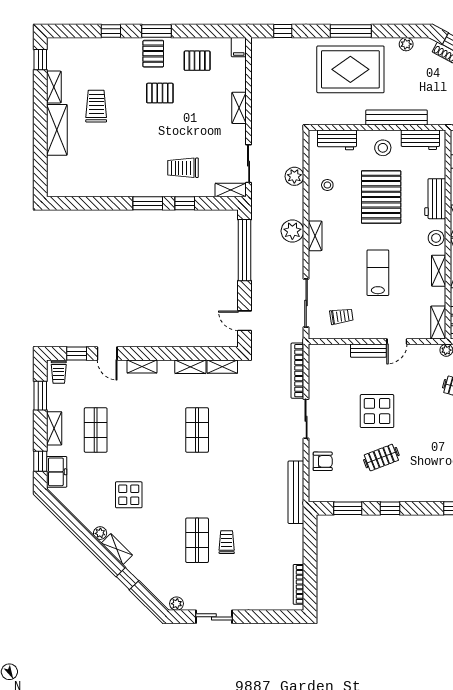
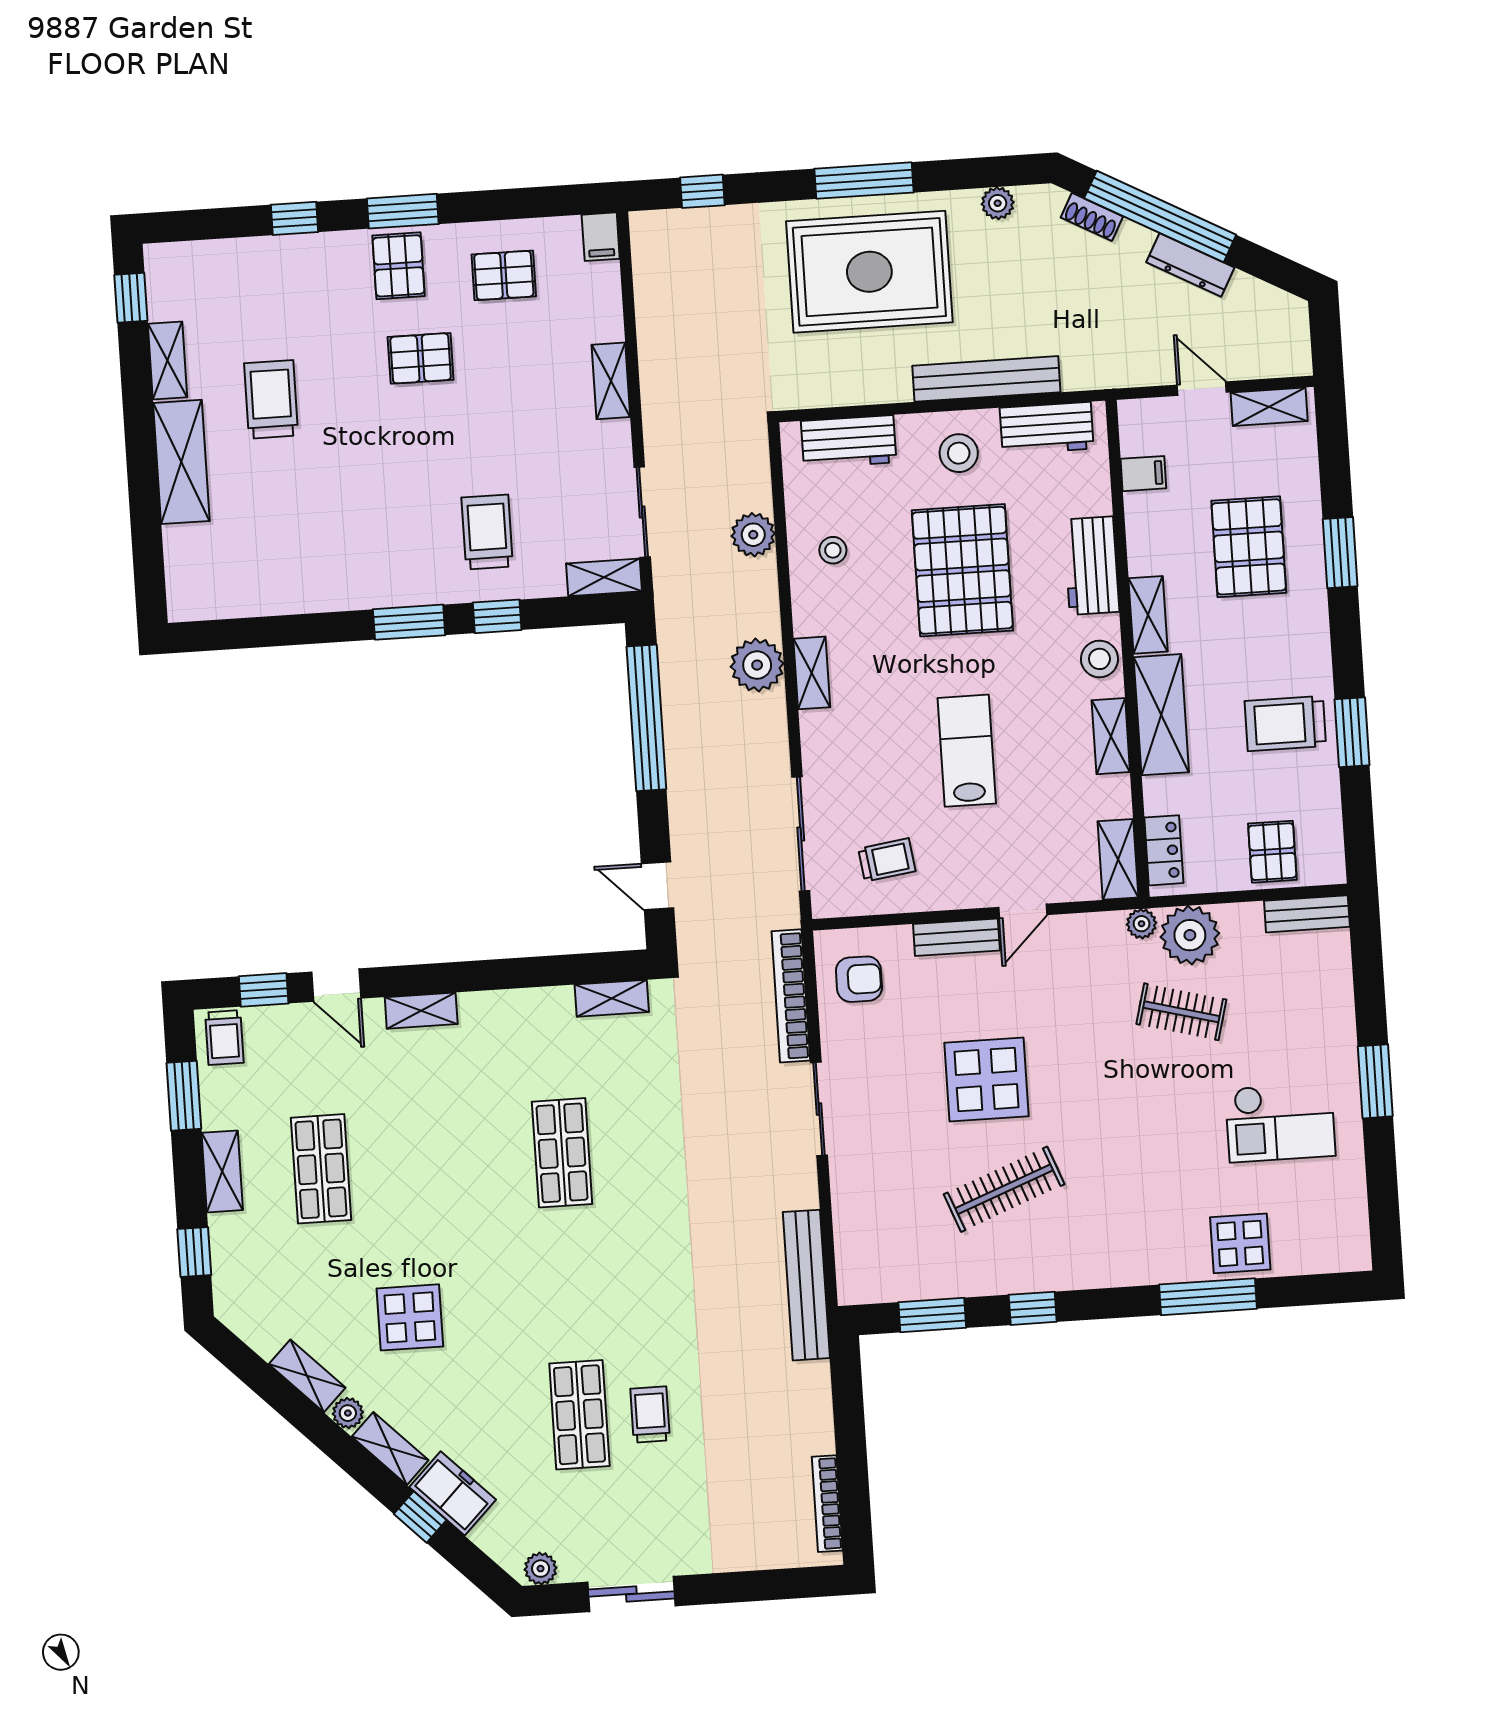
trolley: (183, 168) -> (487, 532), turned 90
shelving: (190, 367) -> (307, 1376), moved, turned 45
clothes rail: (381, 458) -> (1004, 1189), width x1.36
armchair: (323, 461) -> (859, 979), moved
freezer: (57, 472) -> (453, 1493), moved, turned -45

